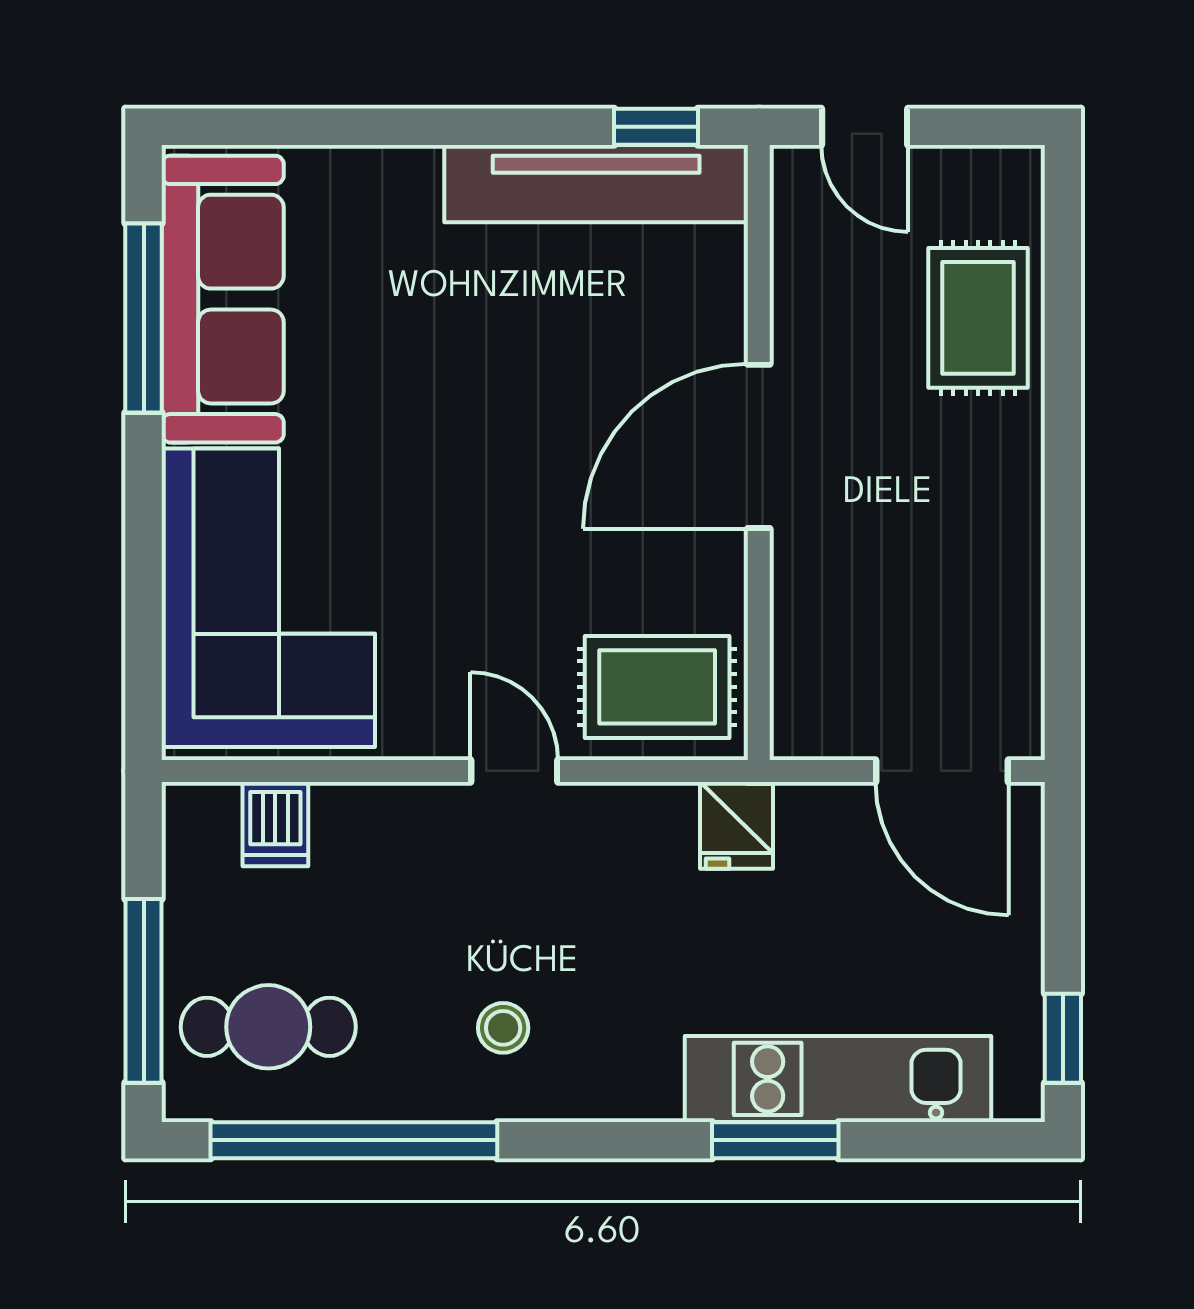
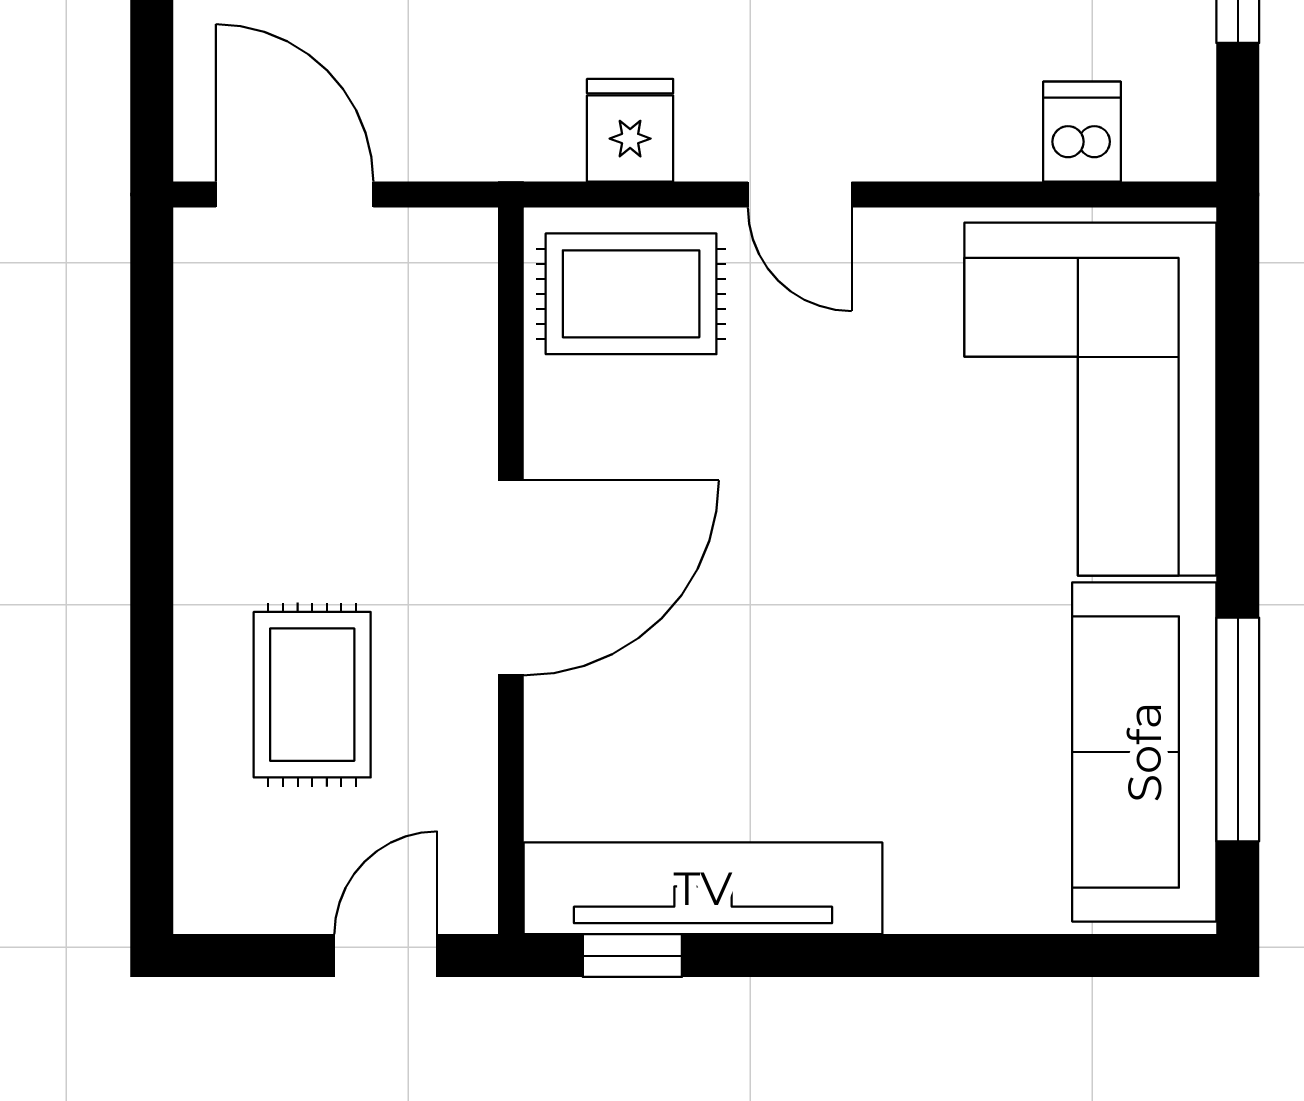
door: (865, 127) -> (386, 956), hinge flipped
rug: (978, 318) -> (312, 695), moved
fridge: (736, 825) -> (630, 130), moved

